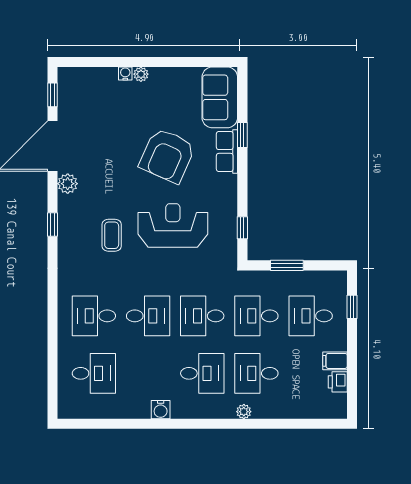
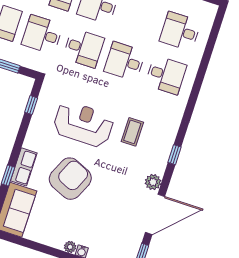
reception desk: (173, 225) -> (83, 124), turned 180
desk: (256, 316) -> (42, 35), turned 180

